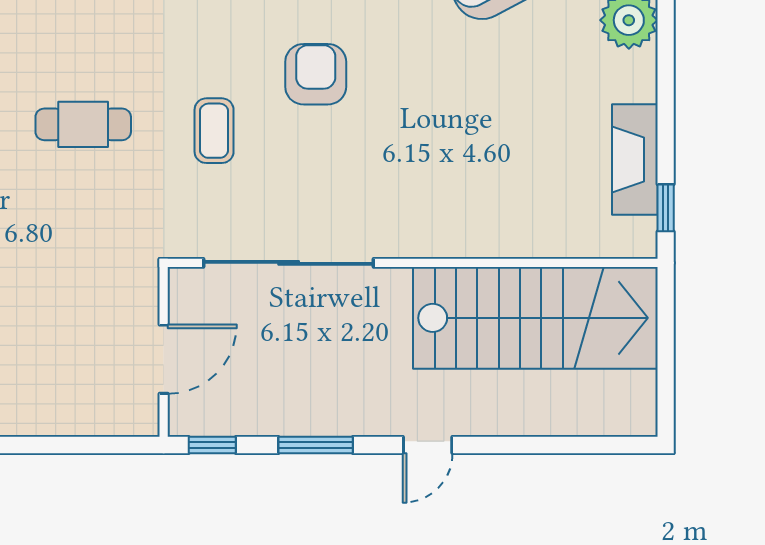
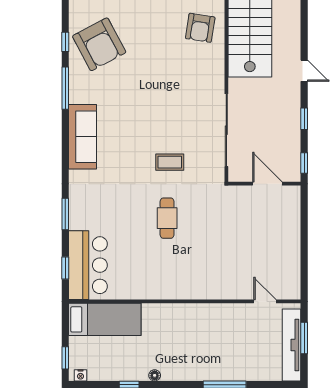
armchair: (316, 74) -> (200, 28), moved, turned -81
window: (316, 445) -> (304, 119), width x0.67

